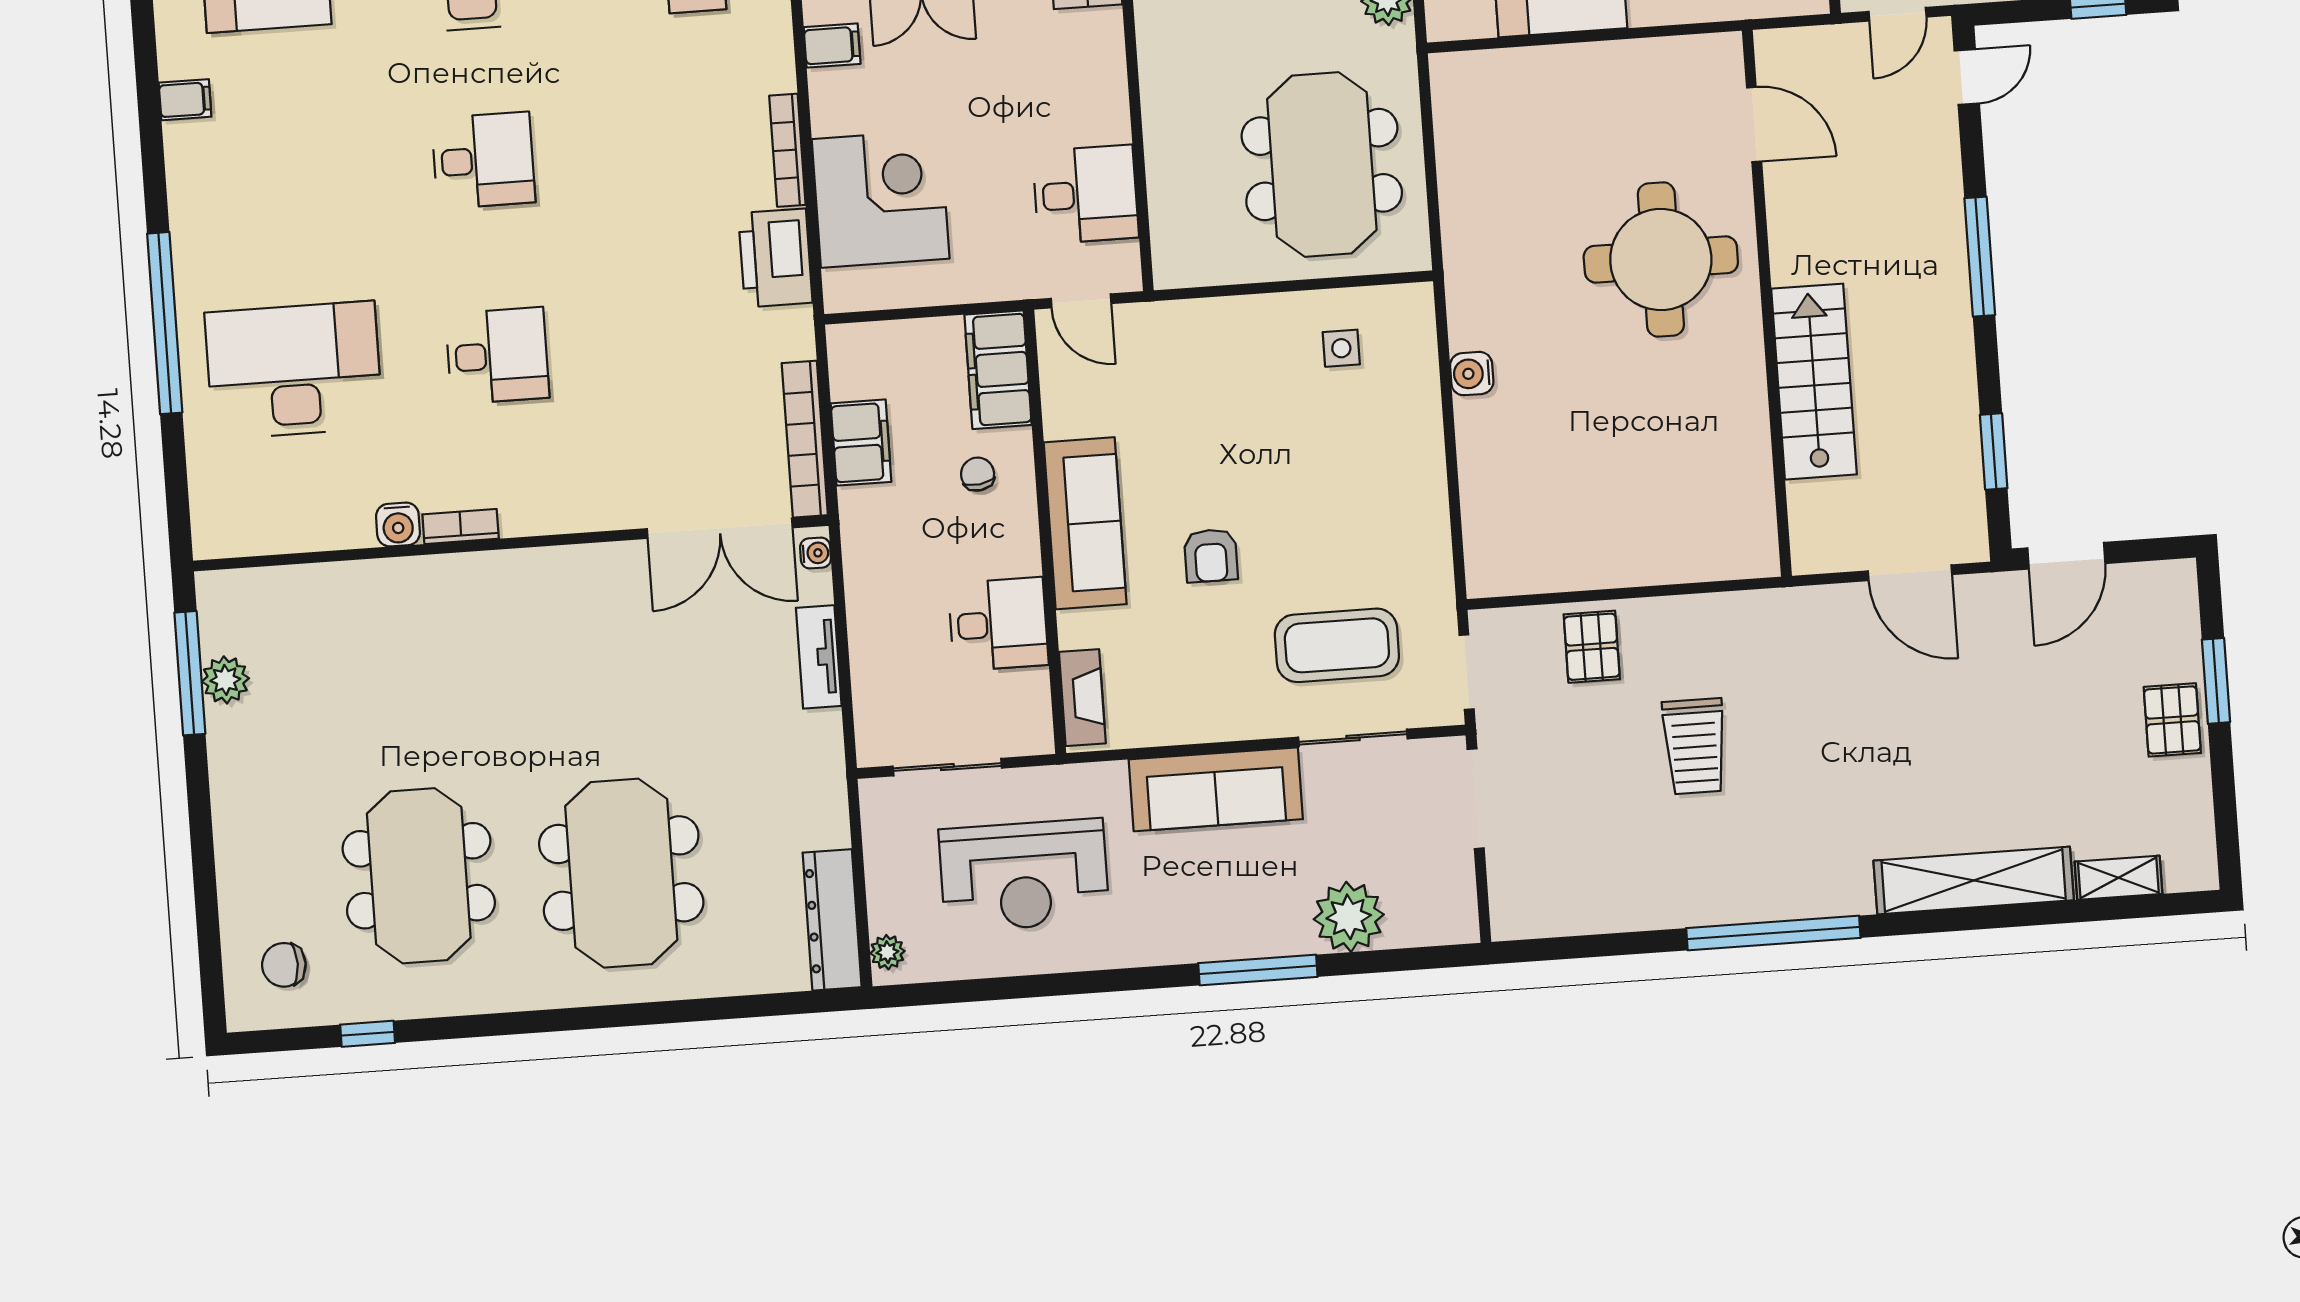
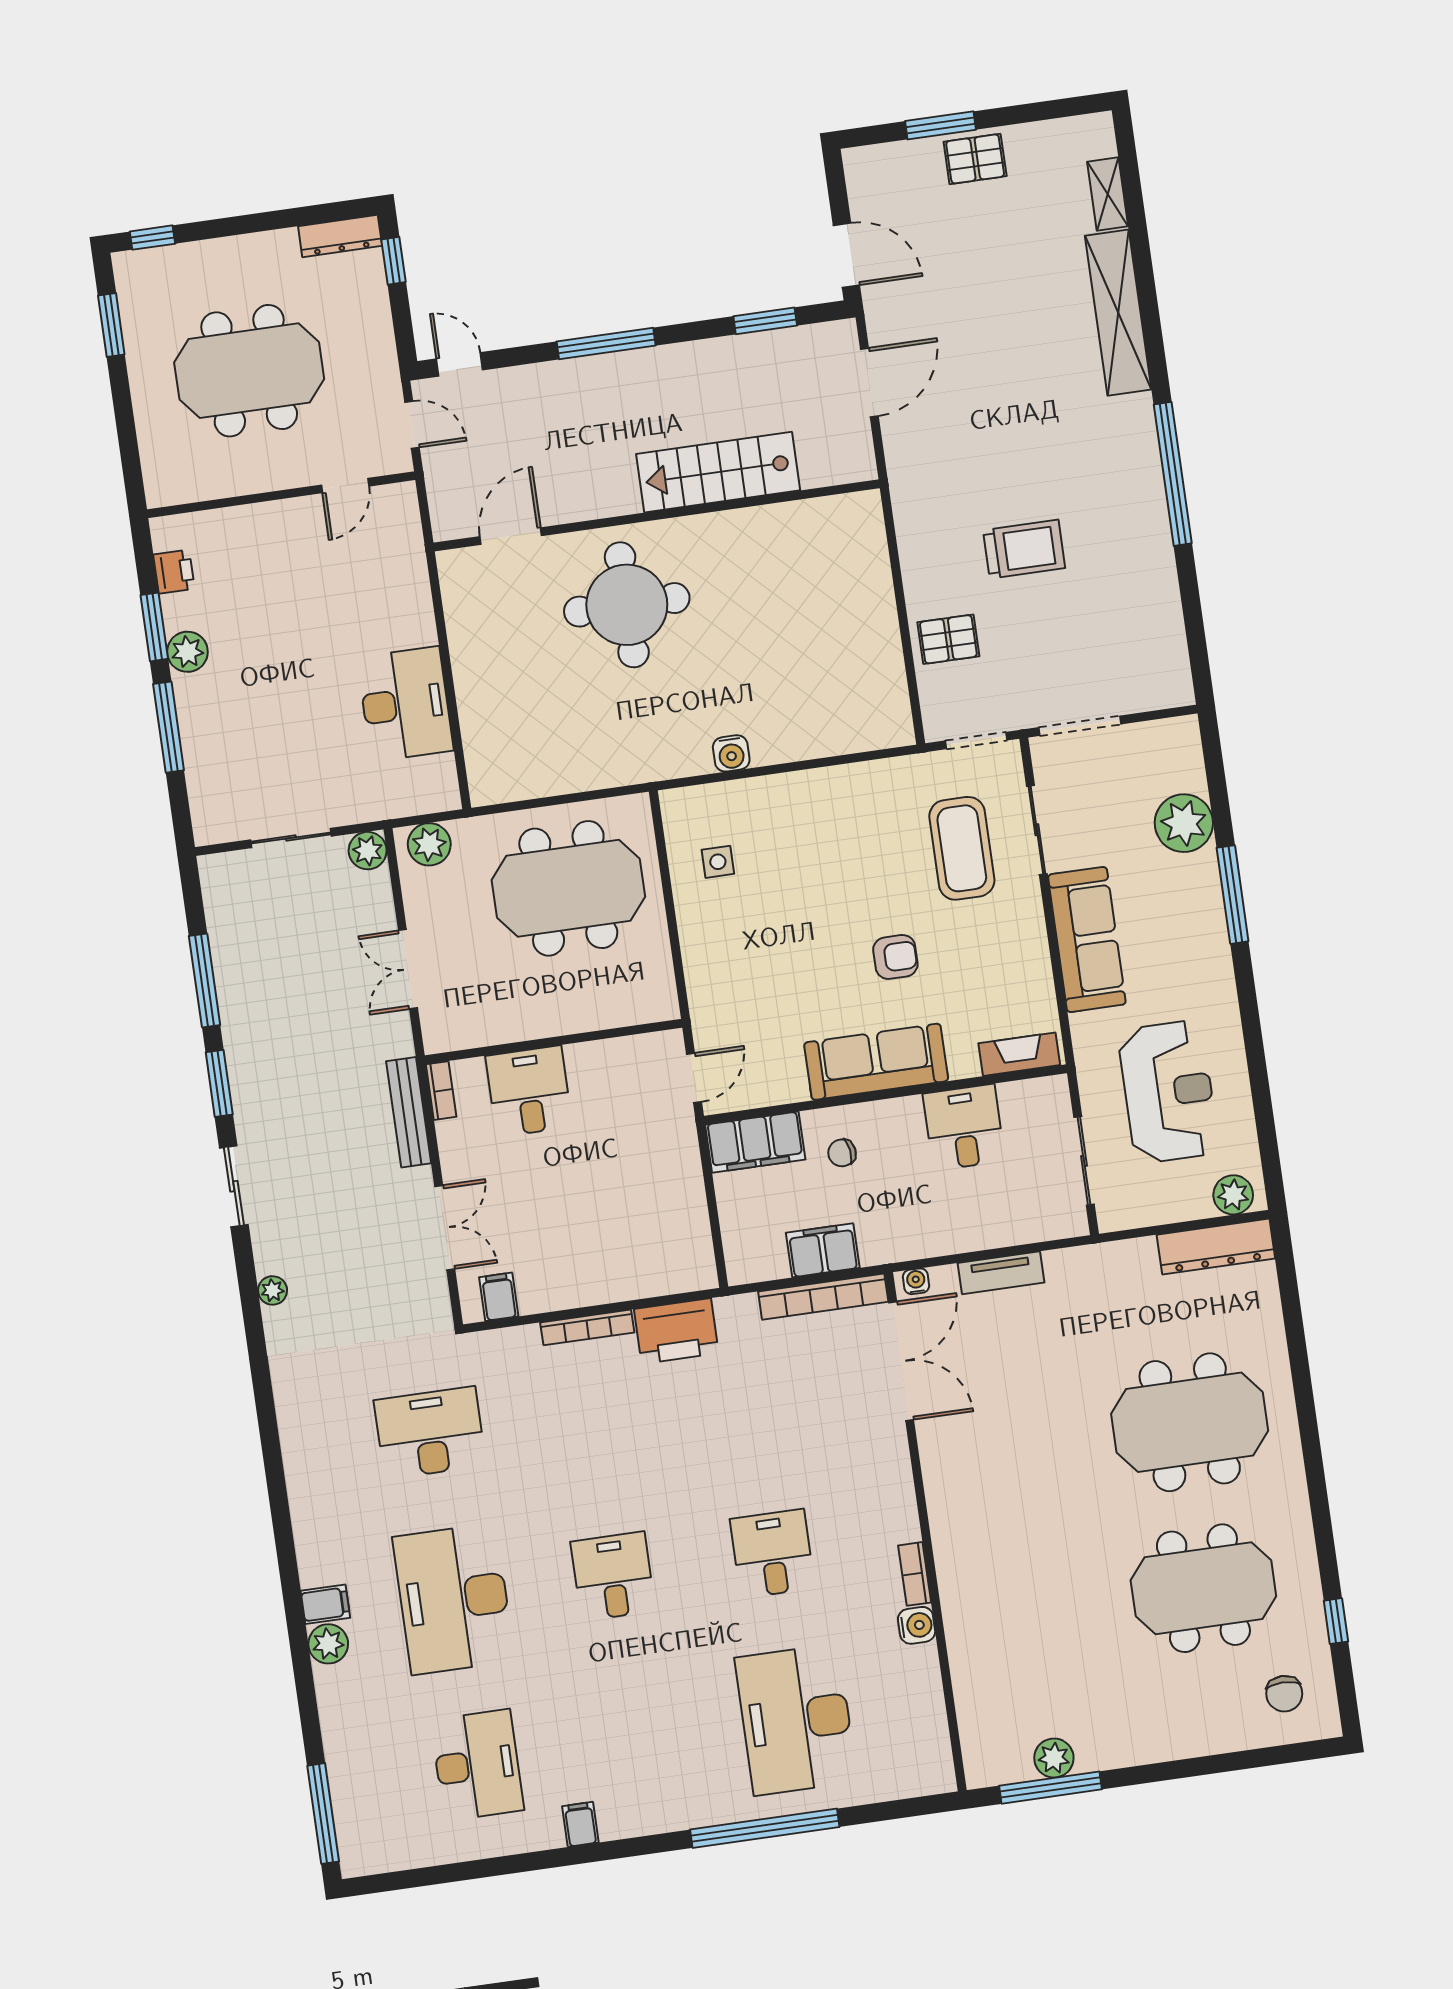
desk: (1086, 194) -> (529, 1091), moved
corner desk: (881, 199) -> (622, 1248), removed
plant: (887, 952) -> (1233, 1195), width x1.38, depth x1.38

